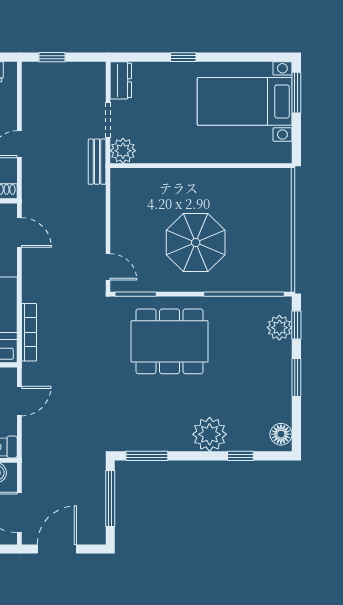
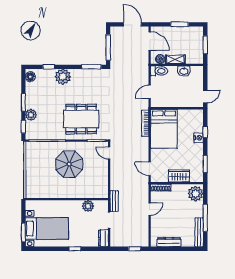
plant: (123, 151) -> (88, 206), moved
plant: (279, 328) -> (31, 115), moved
door: (57, 549) -> (133, 24), swing flipped

